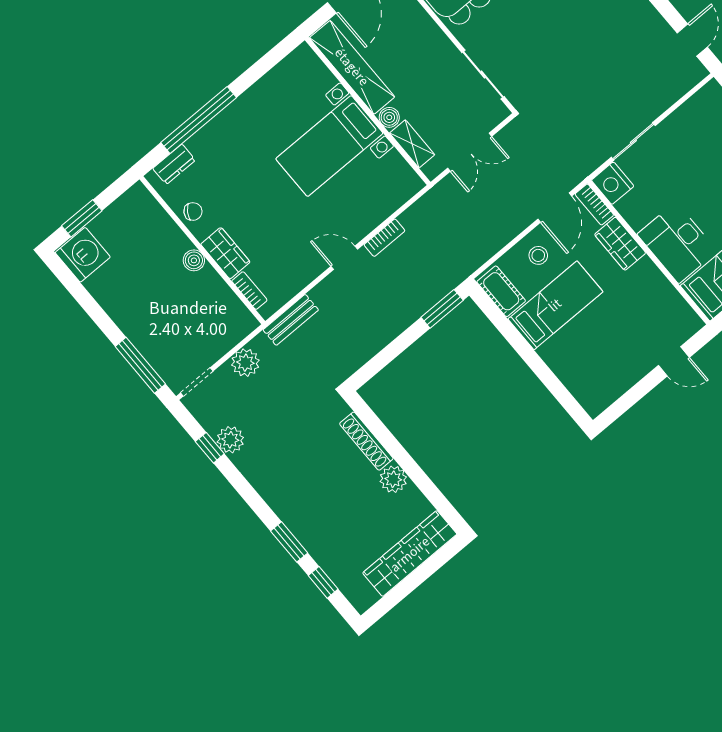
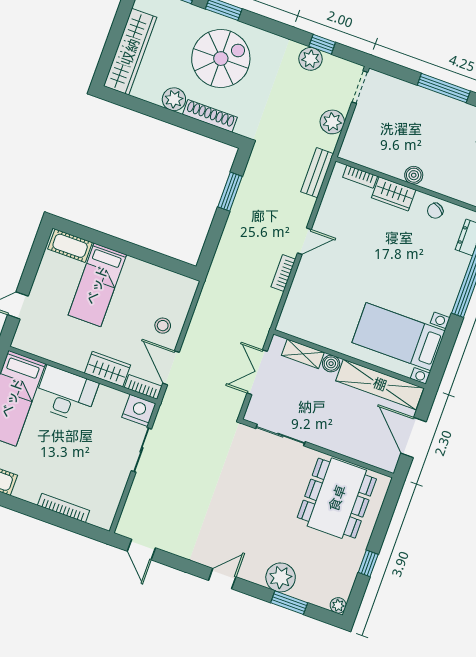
bed with nightstands: (329, 146) -> (399, 337), moved, turned -90
cot: (501, 291) -> (70, 246), moved
bed: (555, 305) -> (97, 285), moved
window: (442, 309) -> (230, 192), moved
window: (140, 365) -> (444, 88), moved
spiral stairs: (321, 493) -> (221, 59), added

